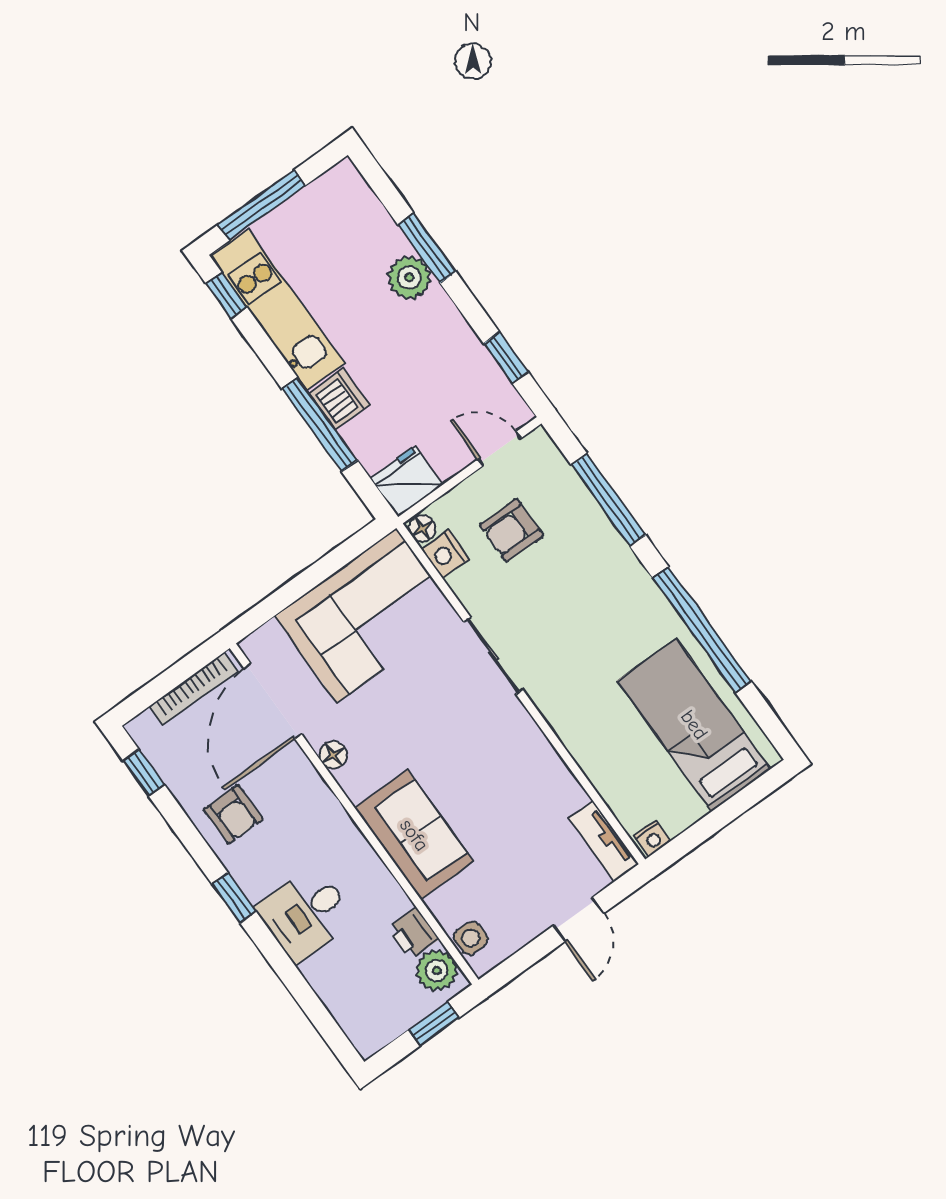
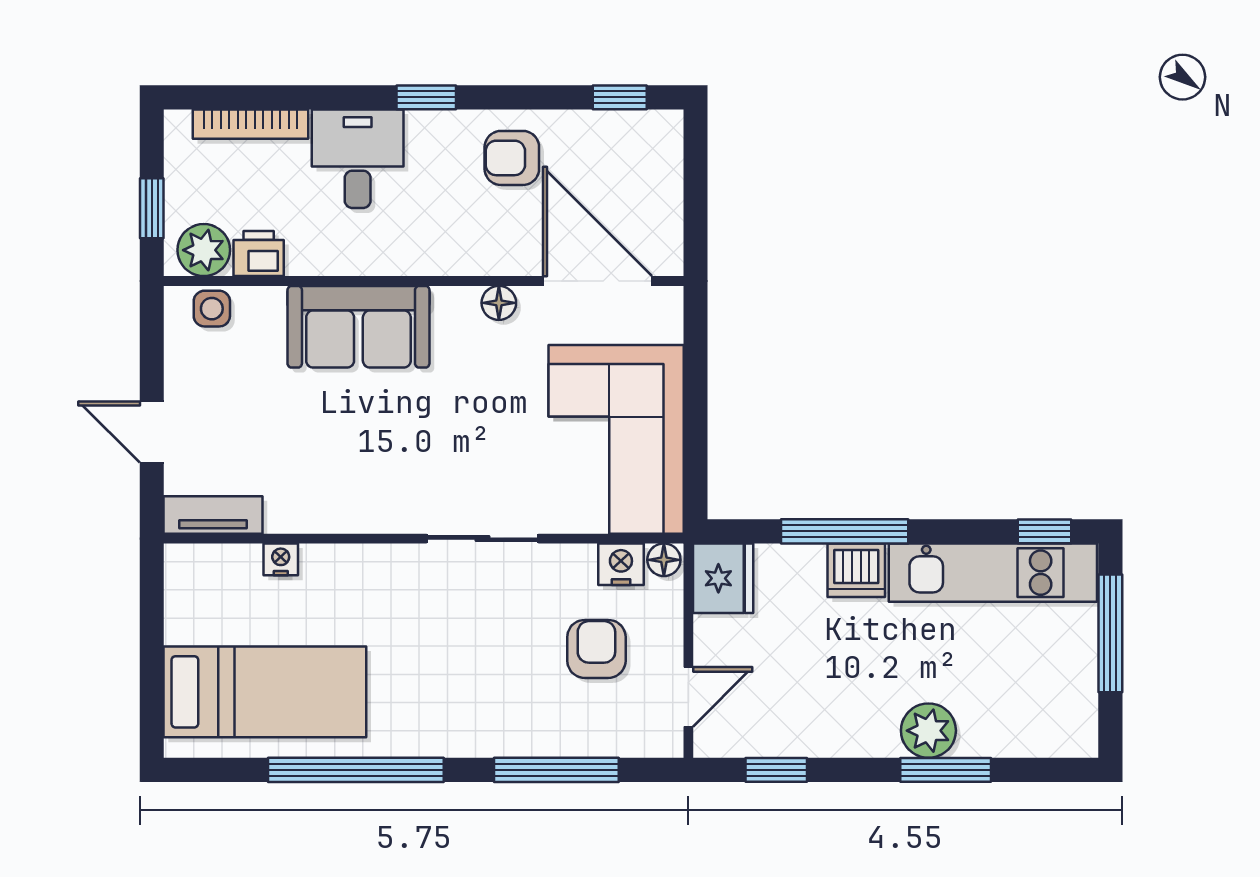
bookcase: (193, 689) -> (250, 124), moved, turned -90
nightstand: (652, 839) -> (281, 559), moved, turned 90

